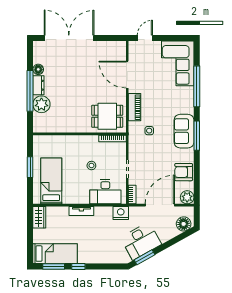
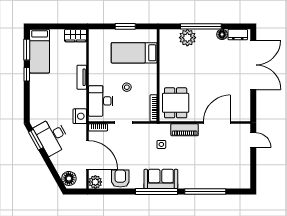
corner sofa: (178, 63) -> (228, 173), removed
dresser: (38, 85) -> (238, 35), moved
window: (197, 136) -> (156, 191), width x1.46
bed: (51, 181) -> (134, 53), moved, turned 180

